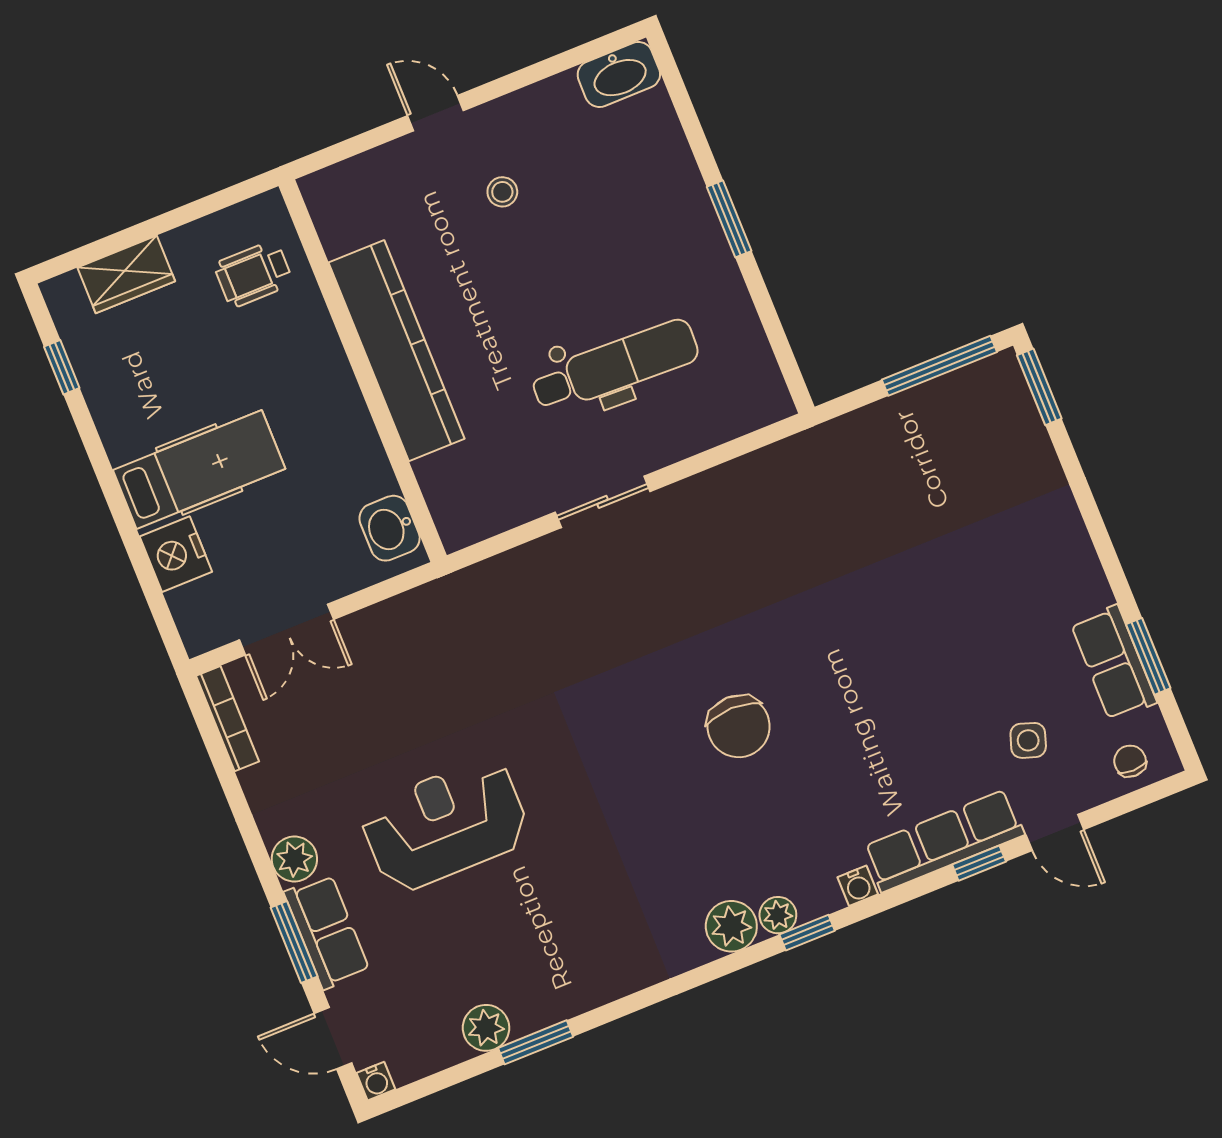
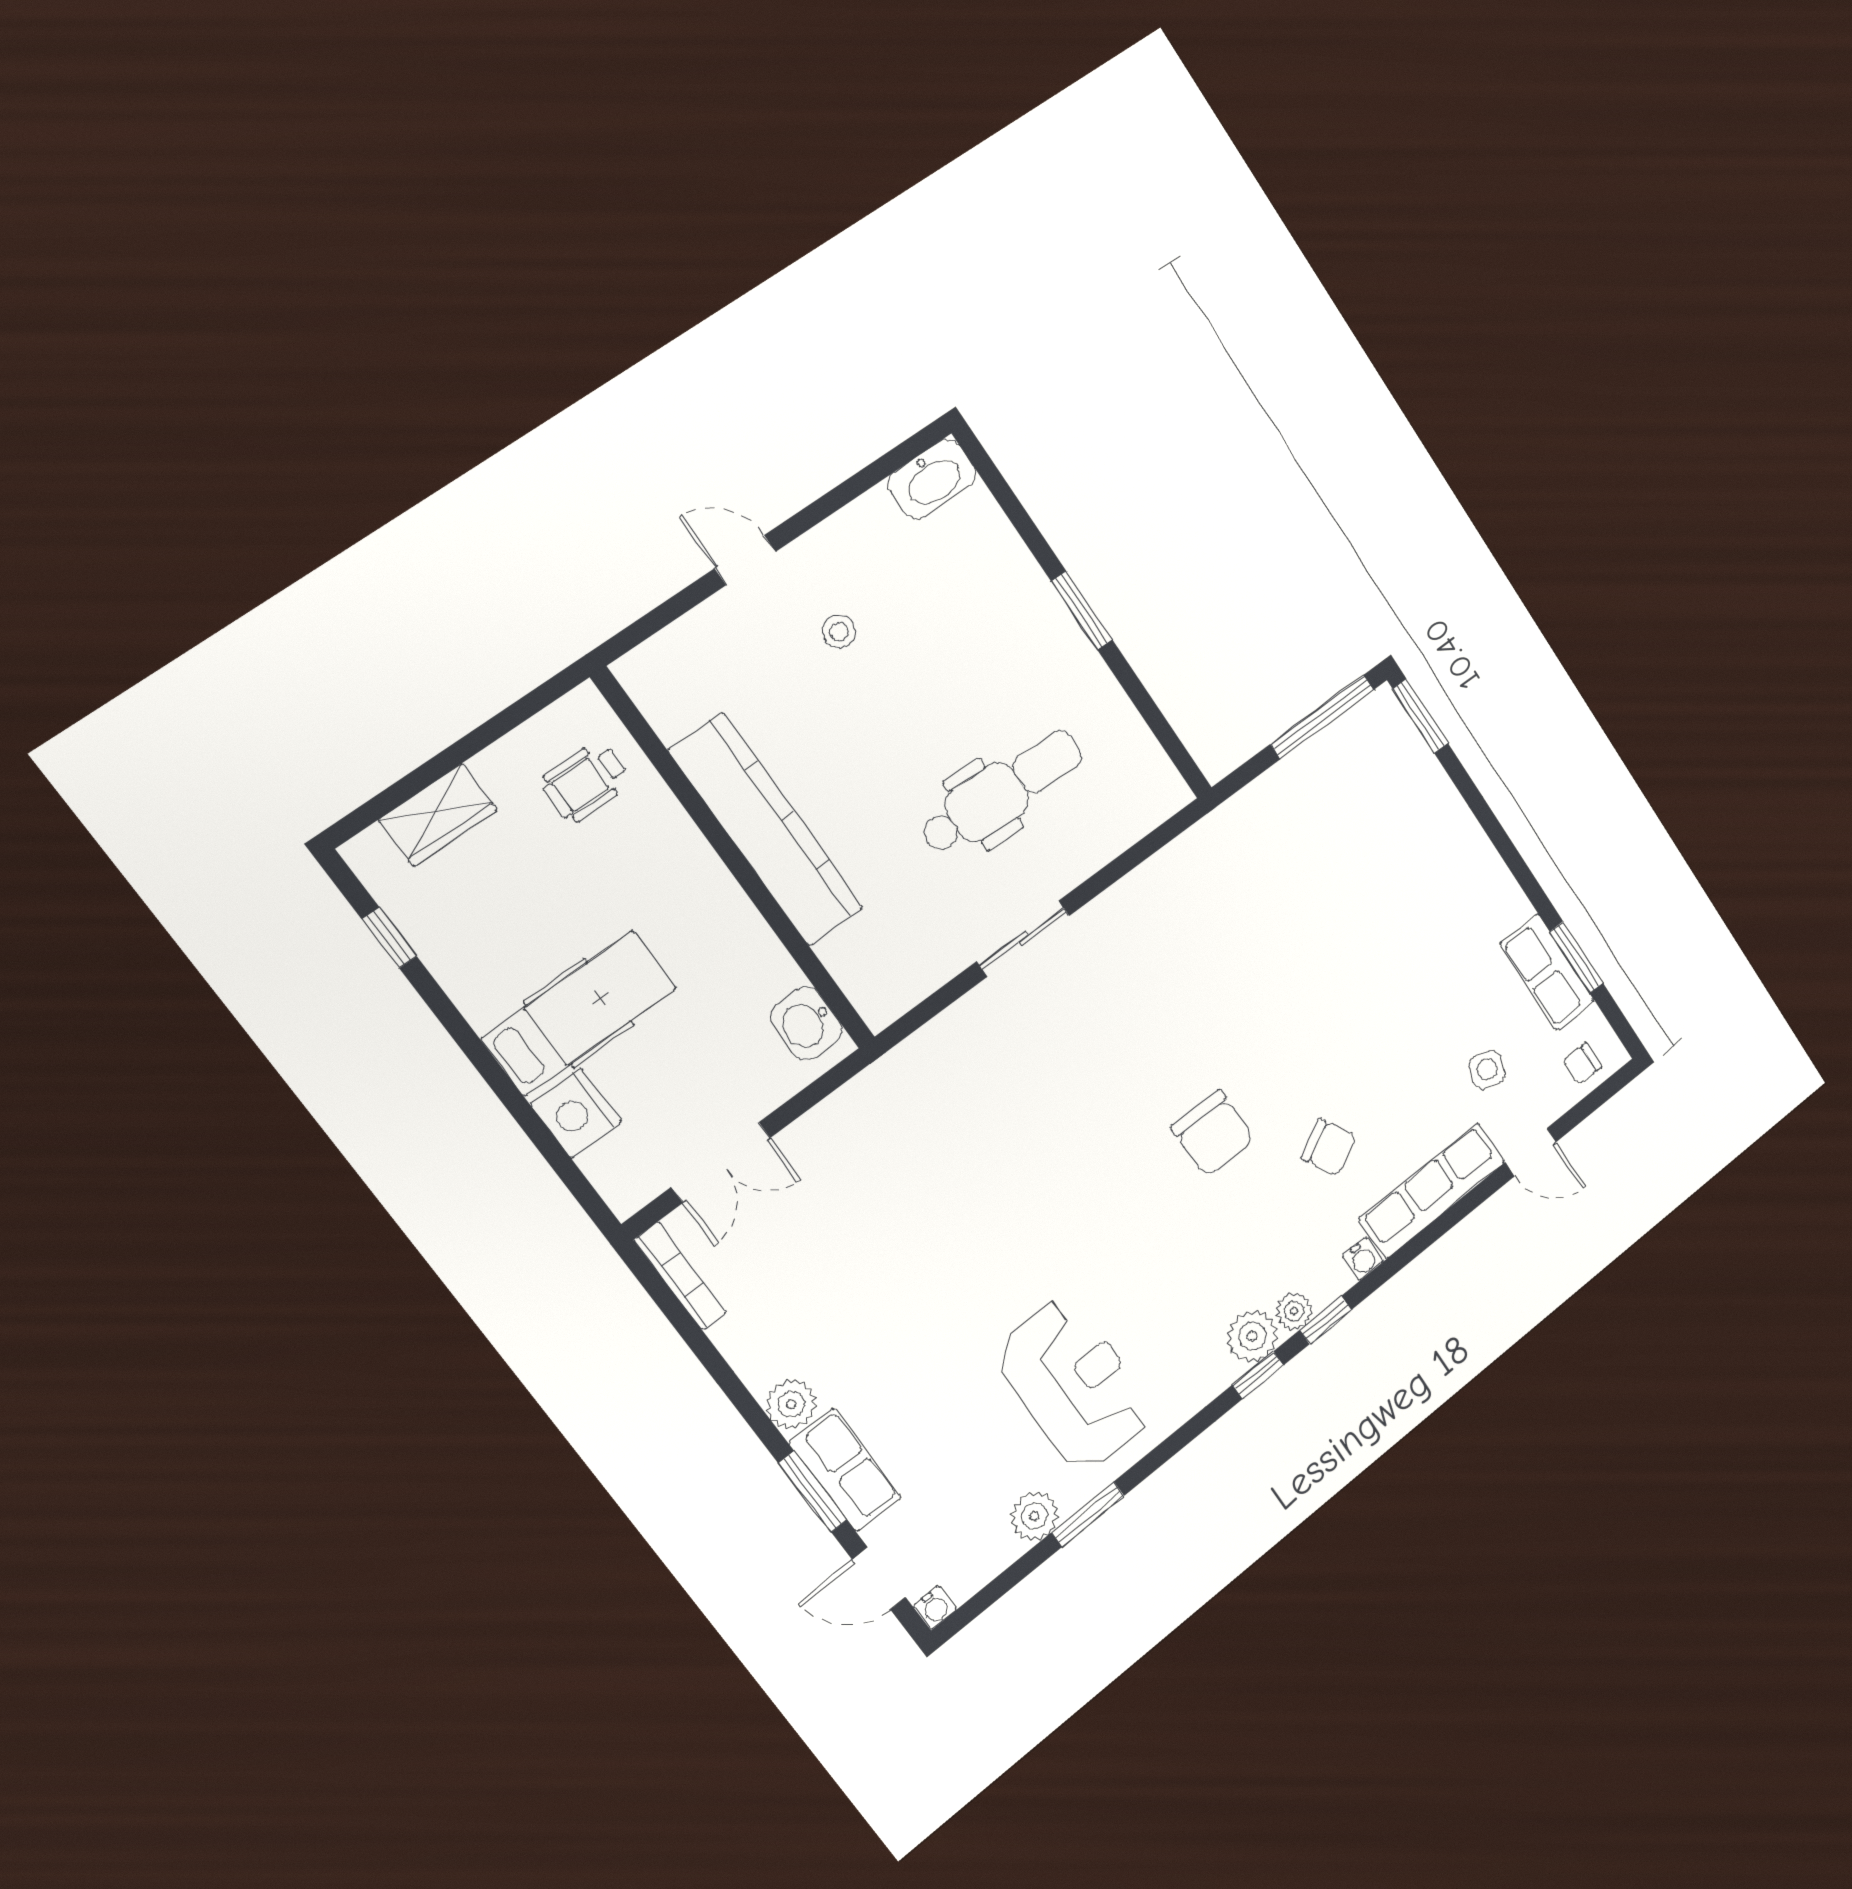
chair: (1130, 761) -> (1582, 1064), turned -88
chair: (849, 771) -> (1329, 1147), added
reception desk: (445, 825) -> (1074, 1384), moved, turned 90
window: (979, 863) -> (1258, 1375), moved

